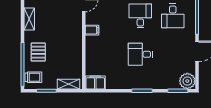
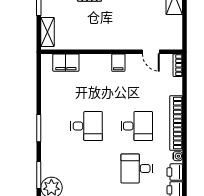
desk: (140, 54) -> (86, 126), turned 90
filing cabinet: (95, 82) -> (66, 63), moved, turned 90

